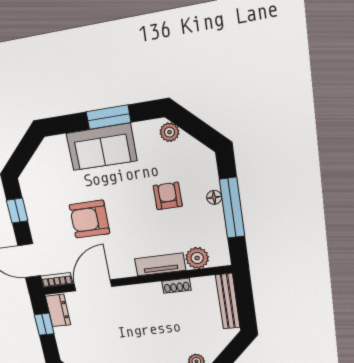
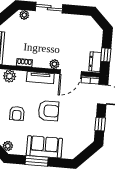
armchair: (90, 219) -> (49, 111), moved
tv unit: (160, 264) -> (40, 78), moved
plant: (124, 293) -> (54, 64), added

